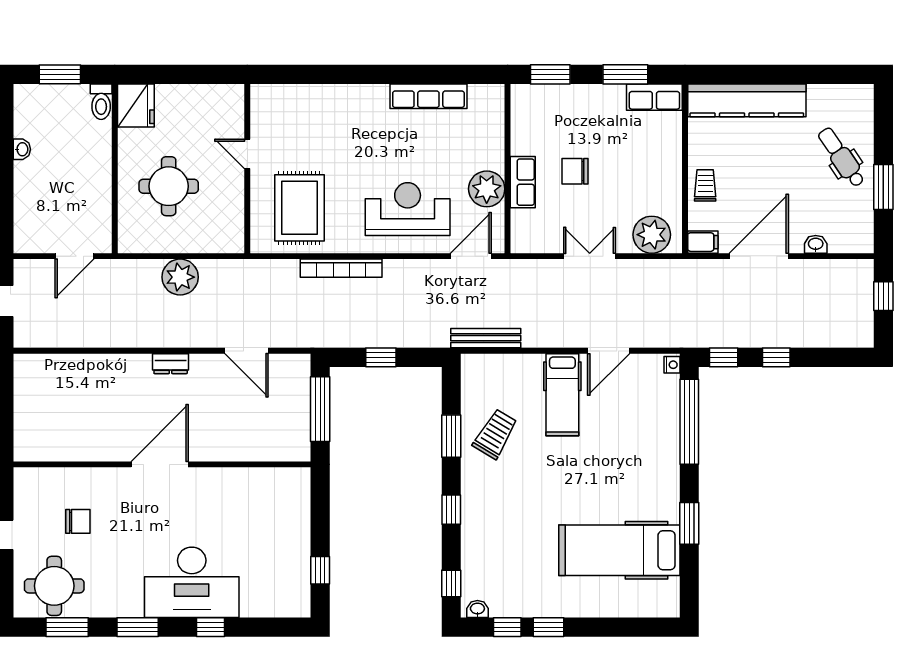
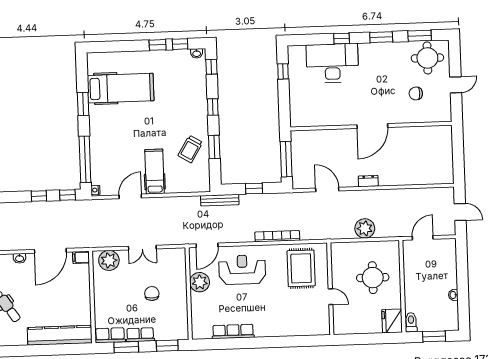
chair: (575, 171) -> (152, 293), turned -90
row of seats: (523, 182) -> (140, 335), moved, turned 90
trolley: (705, 185) -> (81, 288), removed
reception desk: (408, 209) -> (242, 270), turned 180
bench: (486, 338) -> (220, 200), moved
desk: (192, 582) -> (332, 63), moved

